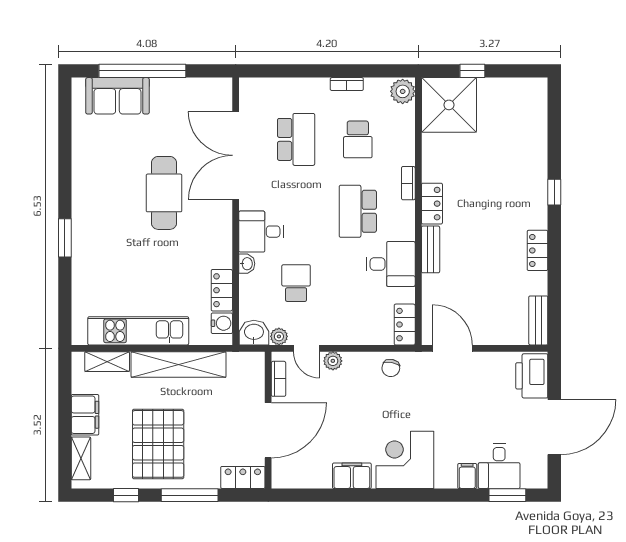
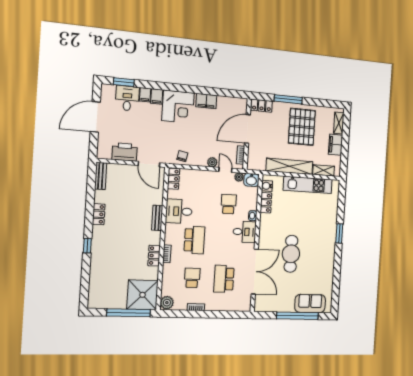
window: (472, 71) -> (129, 313), width x3.17
locker: (432, 204) -> (154, 256), moved
school desk: (296, 283) -> (229, 204), turned 180
printer: (532, 376) -> (125, 152), moved, turned -90
filing cabinet: (446, 475) -> (157, 97), added
window: (126, 495) -> (319, 102), removed

